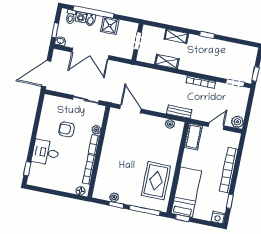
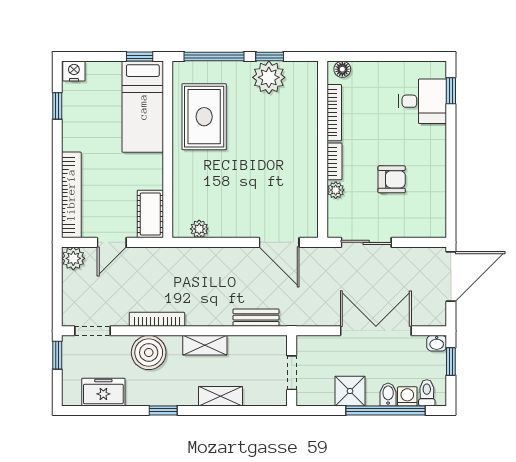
freezer: (236, 50) -> (103, 392), added
shelving: (167, 62) -> (205, 345), moved
boiler: (209, 66) -> (149, 352), added
bench: (179, 112) -> (256, 318), moved
desk: (46, 152) -> (422, 101), moved
bookcase: (229, 170) -> (71, 195), moved
plant: (114, 197) -> (269, 77), width x1.87, depth x1.87

